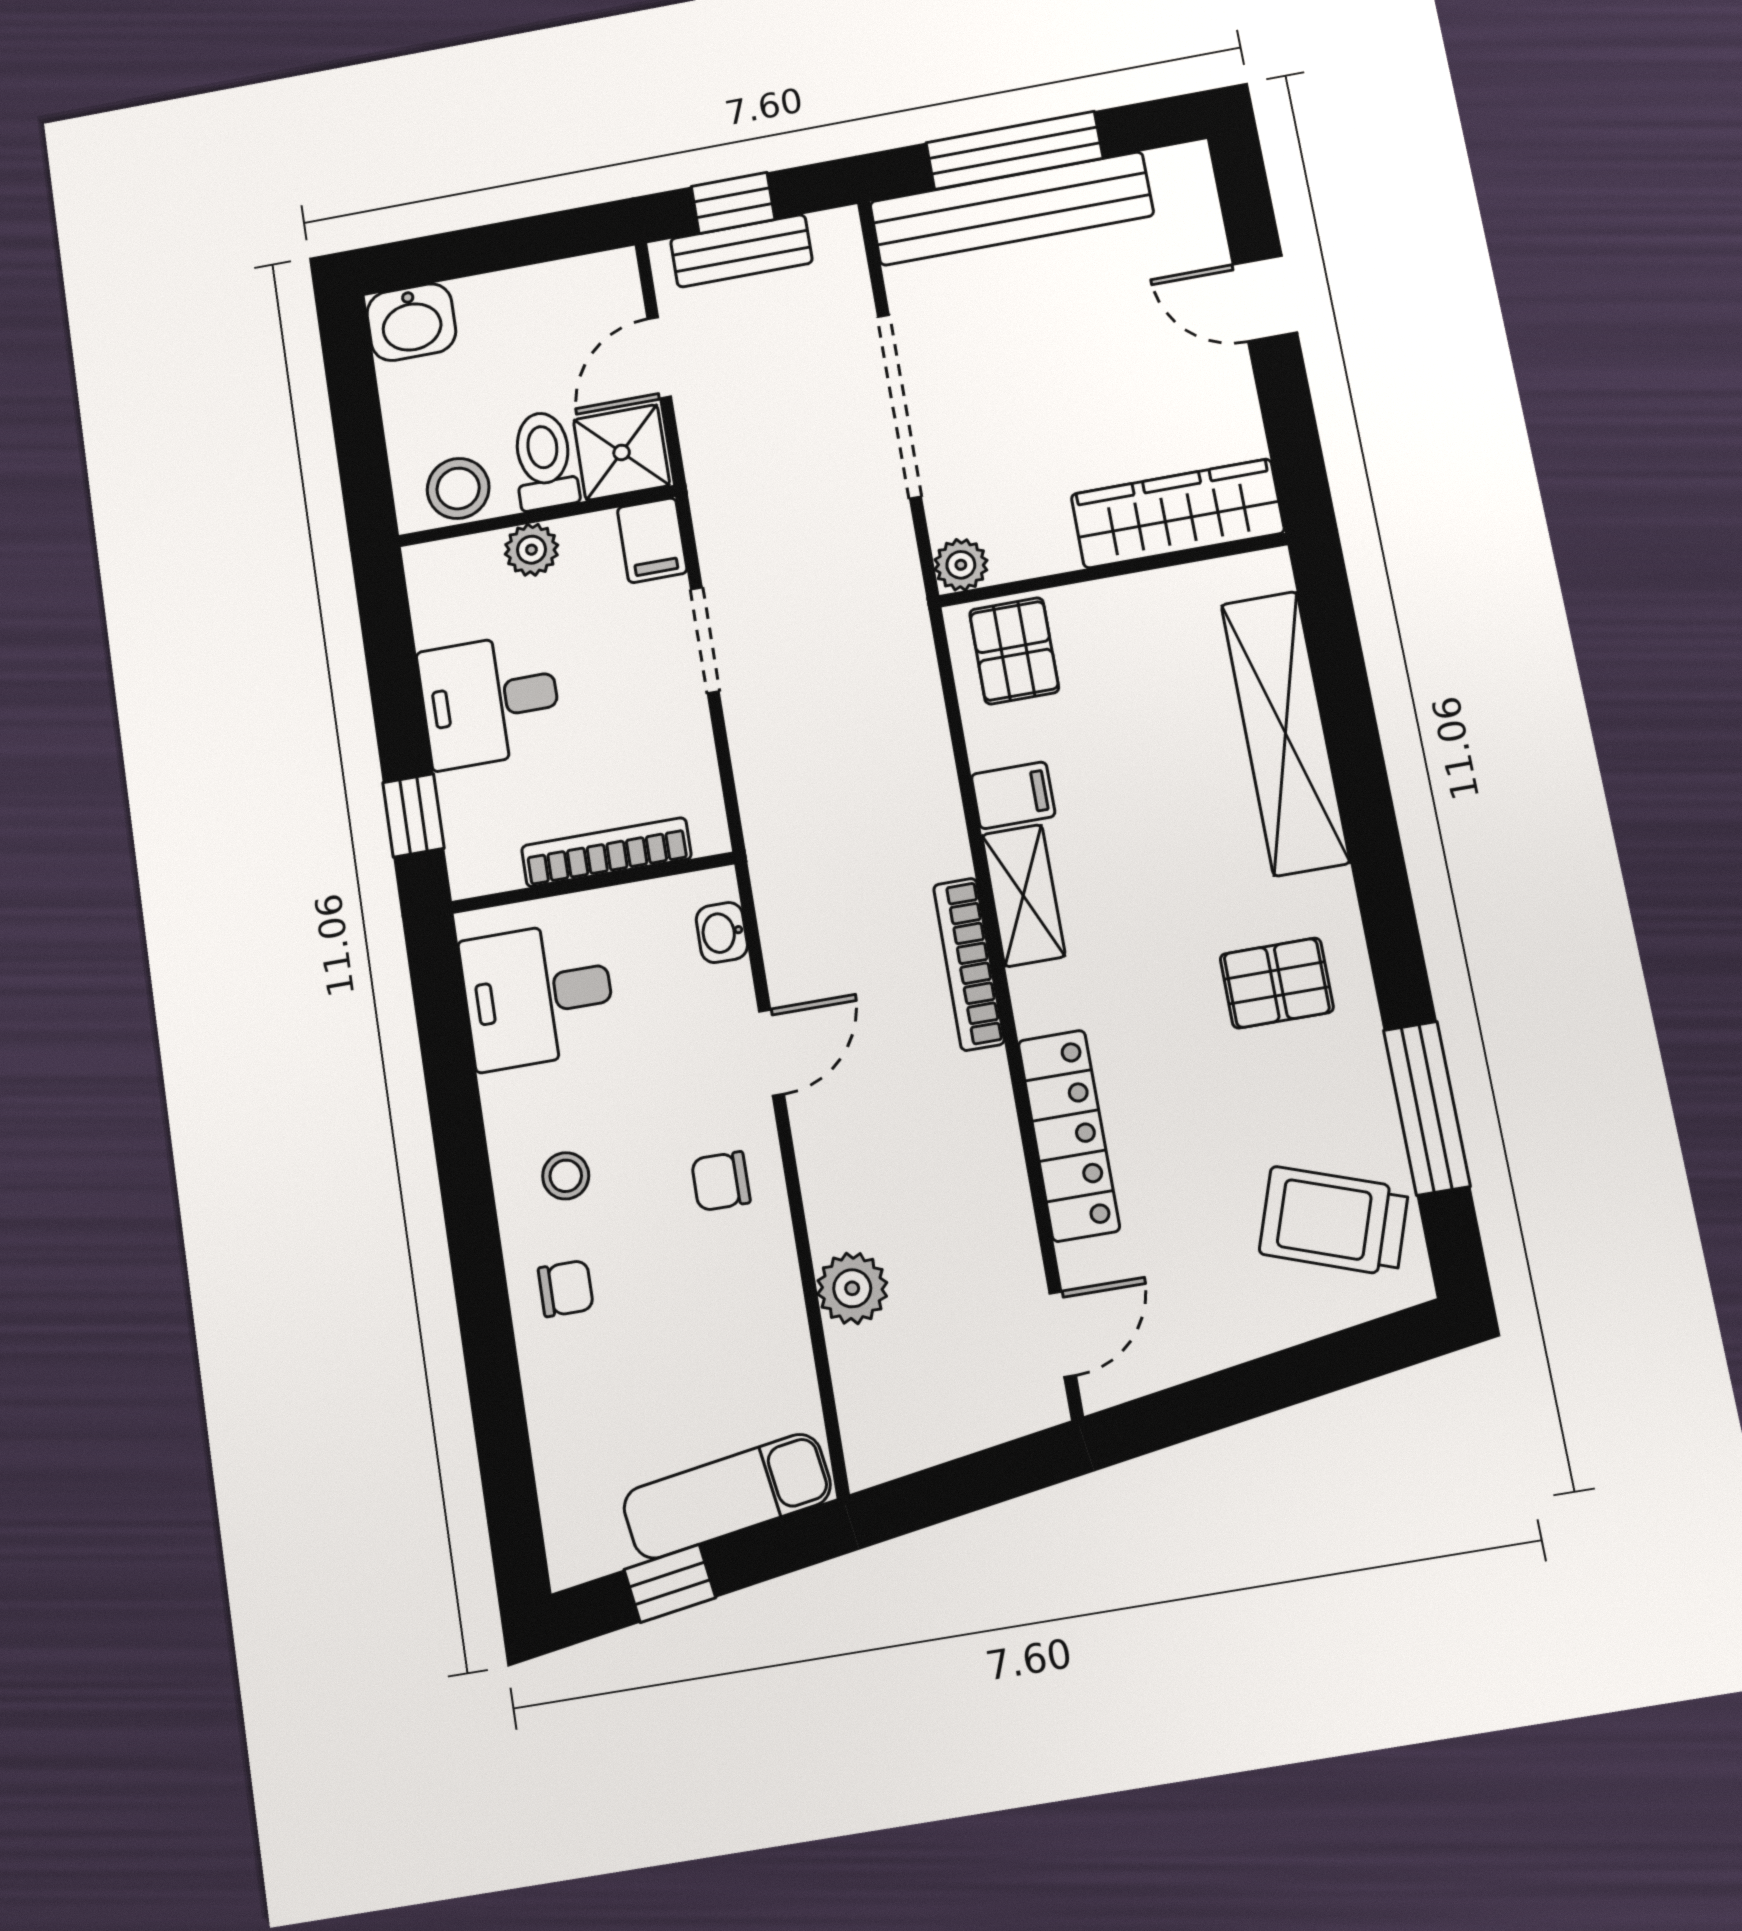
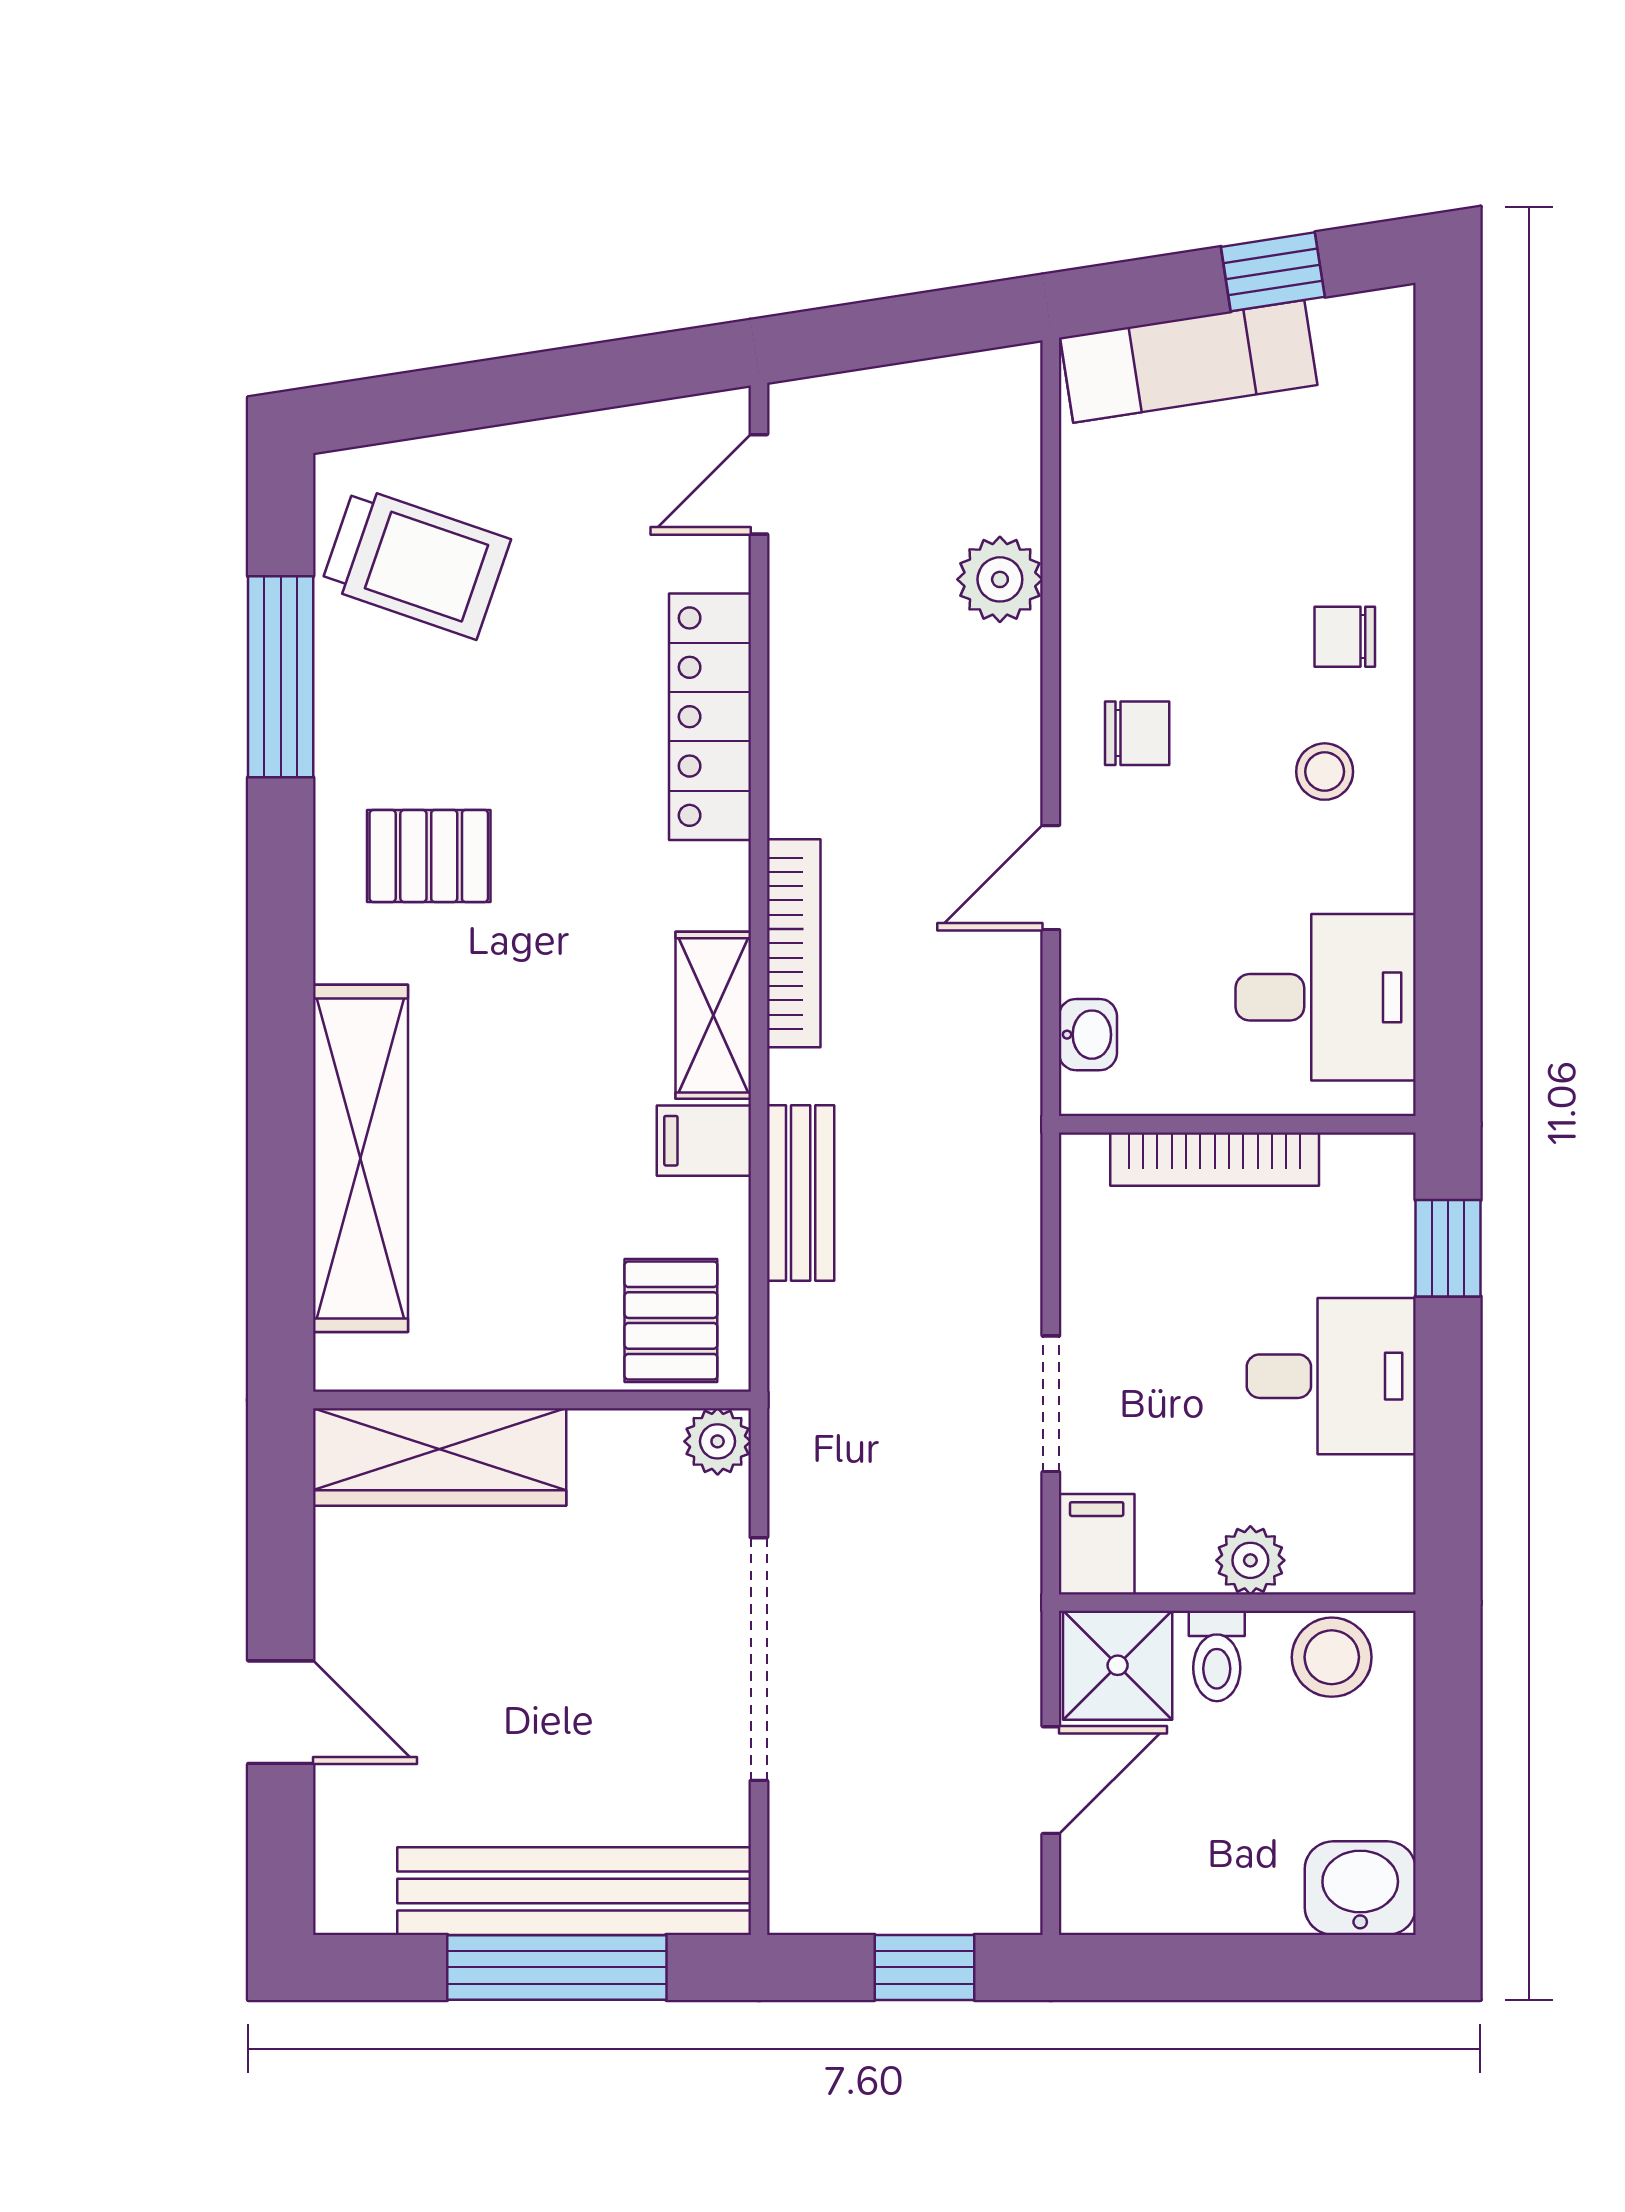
bench: (741, 251) -> (801, 1193), moved, turned 90
toilet: (544, 460) -> (1217, 1656), width x0.73, depth x0.72

